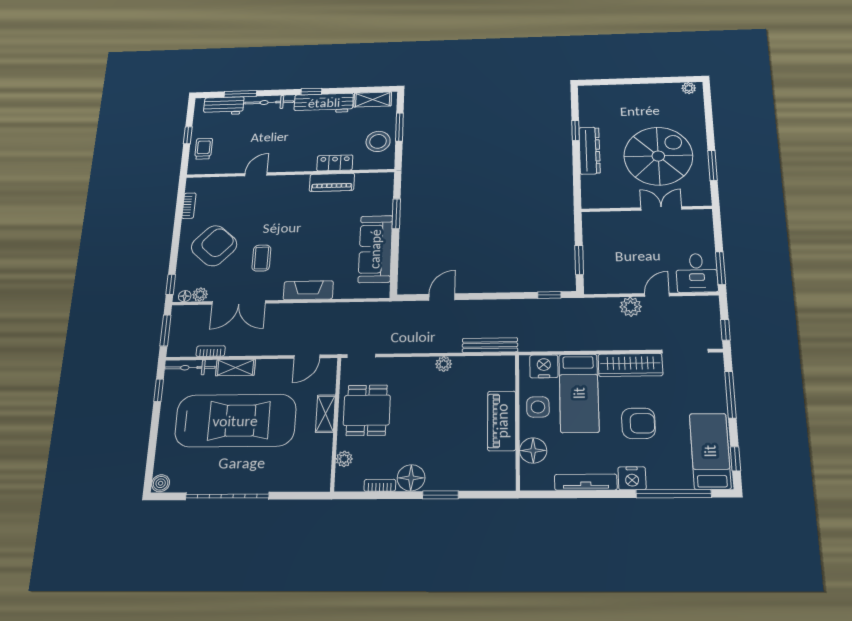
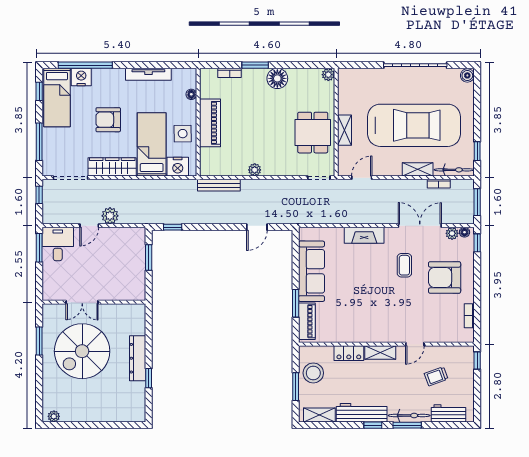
window: (240, 94) -> (407, 425), moved
window: (188, 135) -> (477, 360), moved
trolley: (204, 149) -> (436, 376), moved, turned 70
shelving: (298, 165) -> (380, 353), added
piano: (332, 182) -> (307, 321), moved, turned 90
armchair: (214, 246) -> (445, 277), turned 47
car: (235, 421) -> (414, 125), turned 180
floor lamp: (533, 451) -> (191, 94), width x0.53, depth x0.53
plant: (344, 459) -> (328, 75), moved
nightstand: (632, 478) -> (81, 77), moved
bookcase: (380, 485) -> (230, 73), moved

